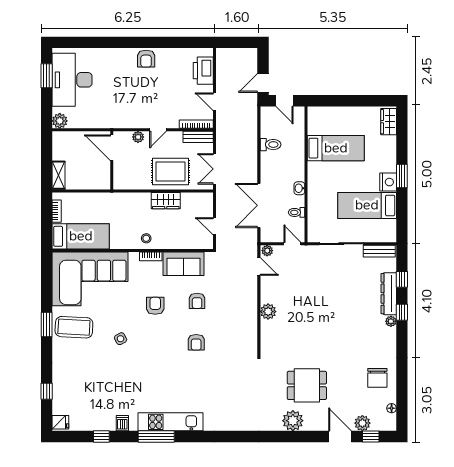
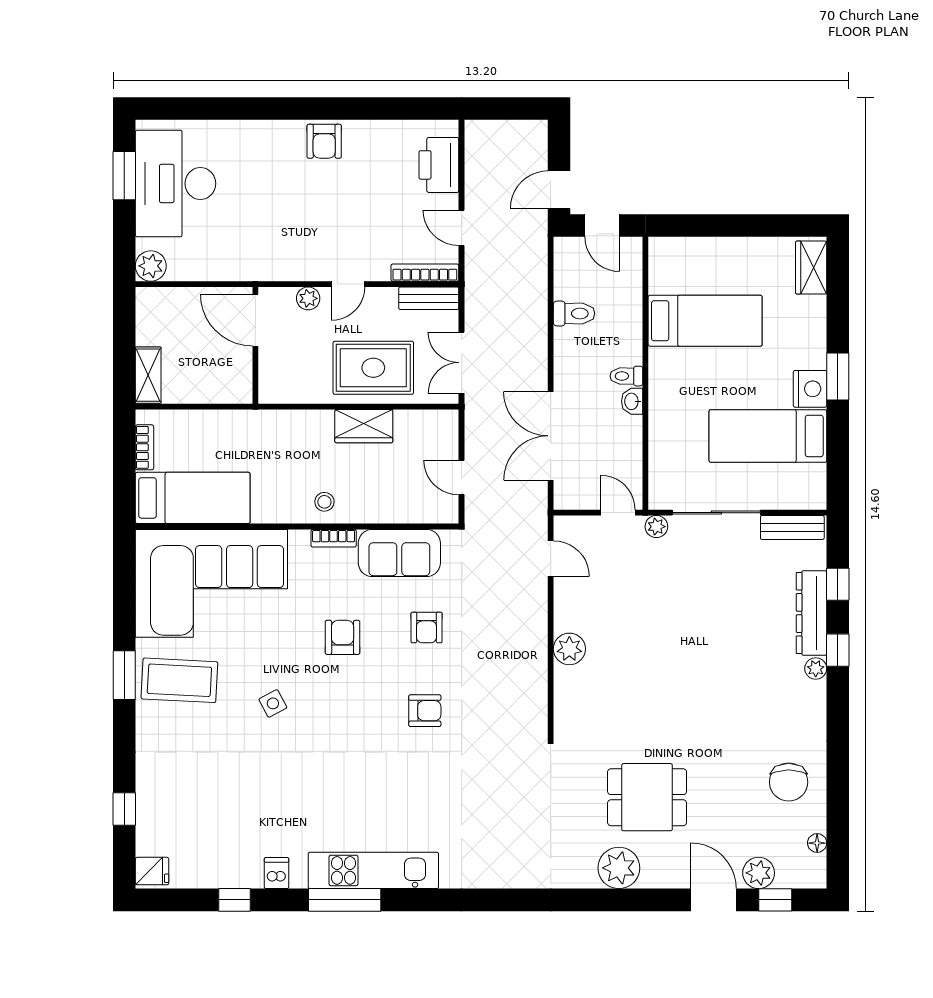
toilet: (297, 212) -> (626, 376), moved
plant: (267, 251) -> (656, 527), moved
armchair: (196, 342) -> (425, 711), turned -90

